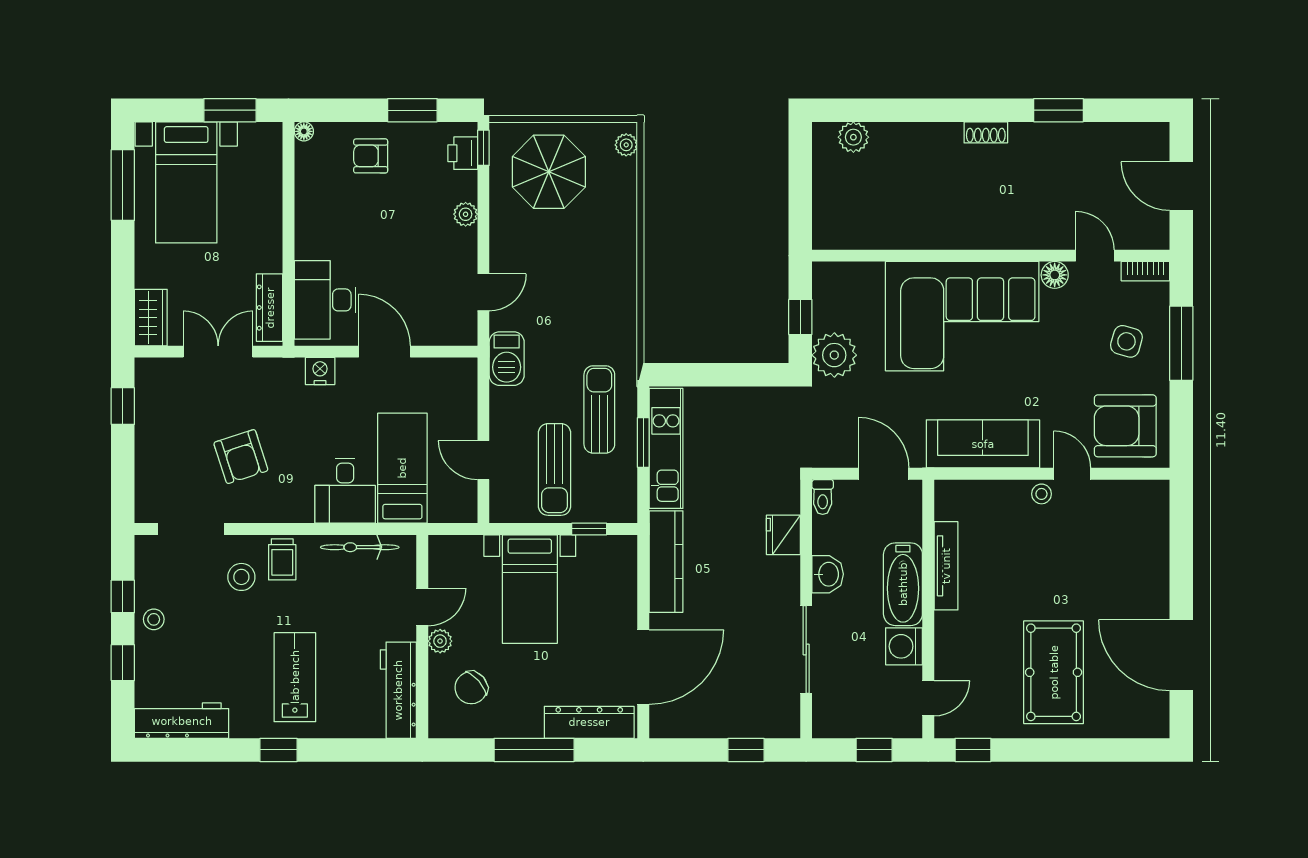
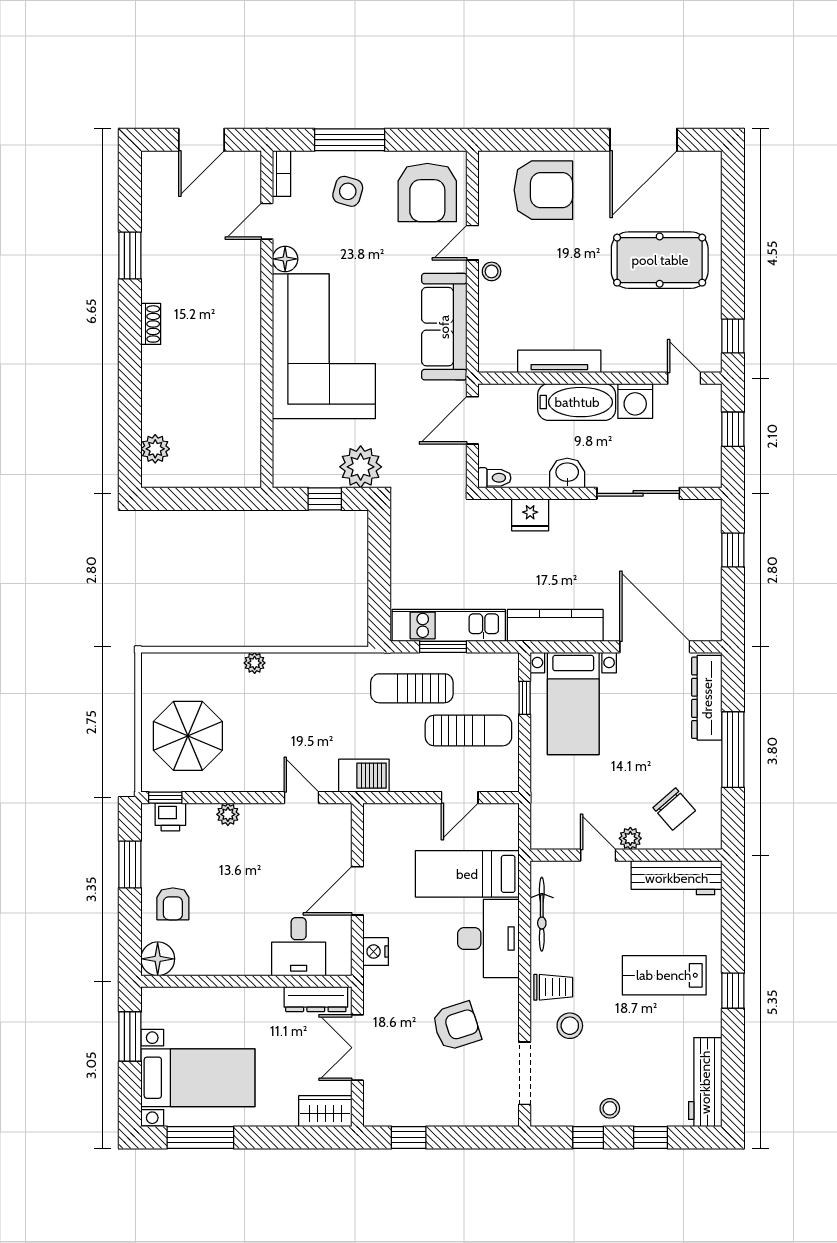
floor lamp: (304, 131) -> (158, 959), width x1.89, depth x1.89
plant: (626, 145) -> (255, 663), moved
desk: (325, 300) -> (299, 947), width x0.73
desk: (345, 491) -> (488, 938), width x1.37
armchair: (1128, 549) -> (543, 190), added
bed with nightstands: (530, 589) -> (573, 703), moved, turned 90

